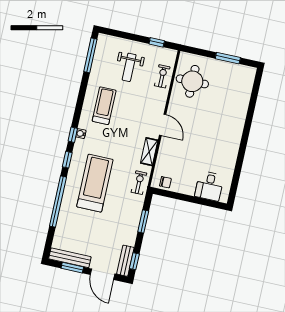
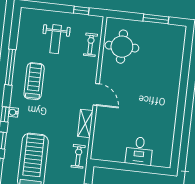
window: (90, 55) -> (10, 67), moved
chair: (165, 182) -> (105, 153), removed
desk: (209, 186) -> (139, 151), moved

